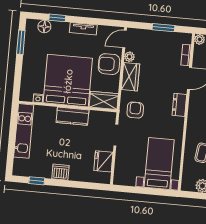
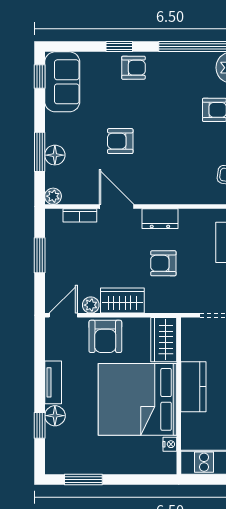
floor lamp: (44, 26) -> (55, 416), moved
door: (125, 39) -> (63, 315), swing flipped
armchair: (135, 110) -> (163, 263), moved

